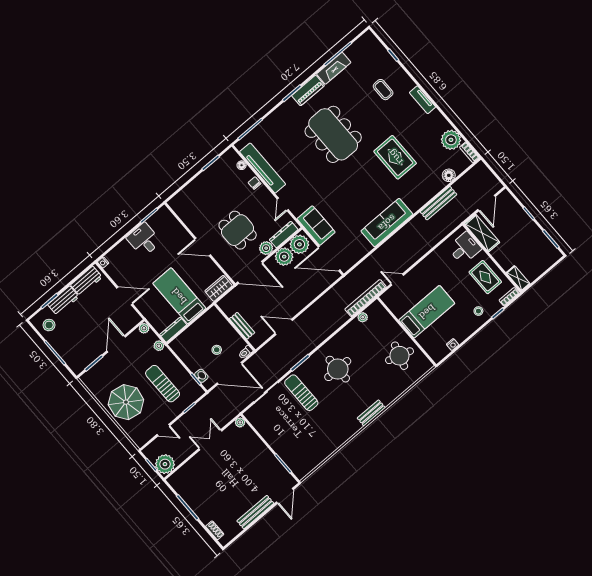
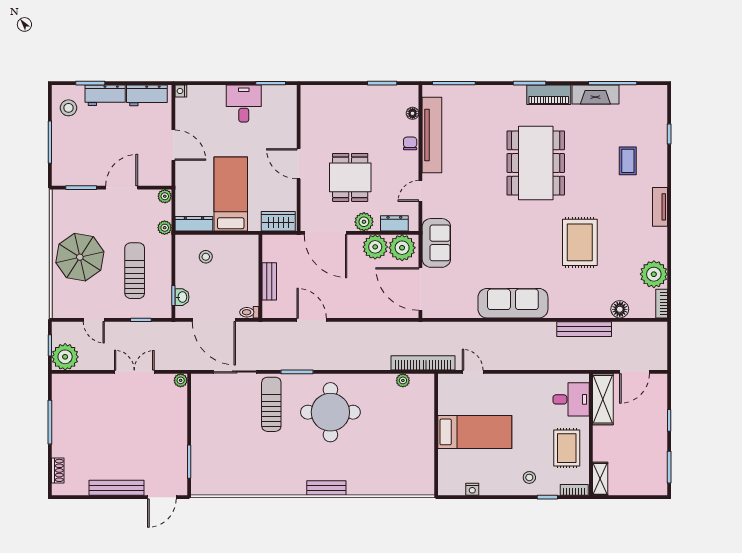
dresser: (284, 235) -> (394, 223), width x0.70
stool: (217, 350) -> (206, 257), moved
round table: (400, 356) -> (407, 454), removed
round table: (338, 369) -> (330, 412), width x1.36, depth x1.36

